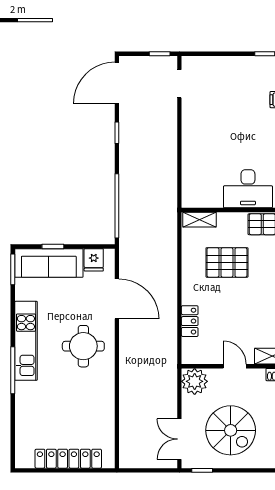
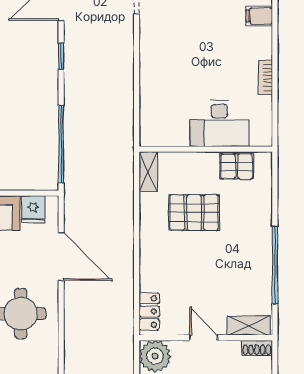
shelving: (200, 220) -> (148, 172), moved, turned 90
locker: (190, 321) -> (149, 311), moved

